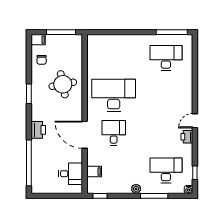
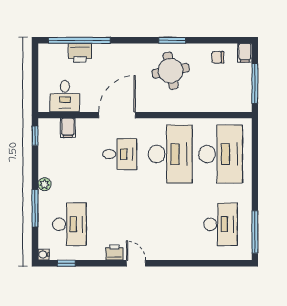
desk: (114, 58) -> (221, 154), added
round table: (63, 84) -> (171, 71), moved
printer: (38, 130) -> (80, 53), moved

